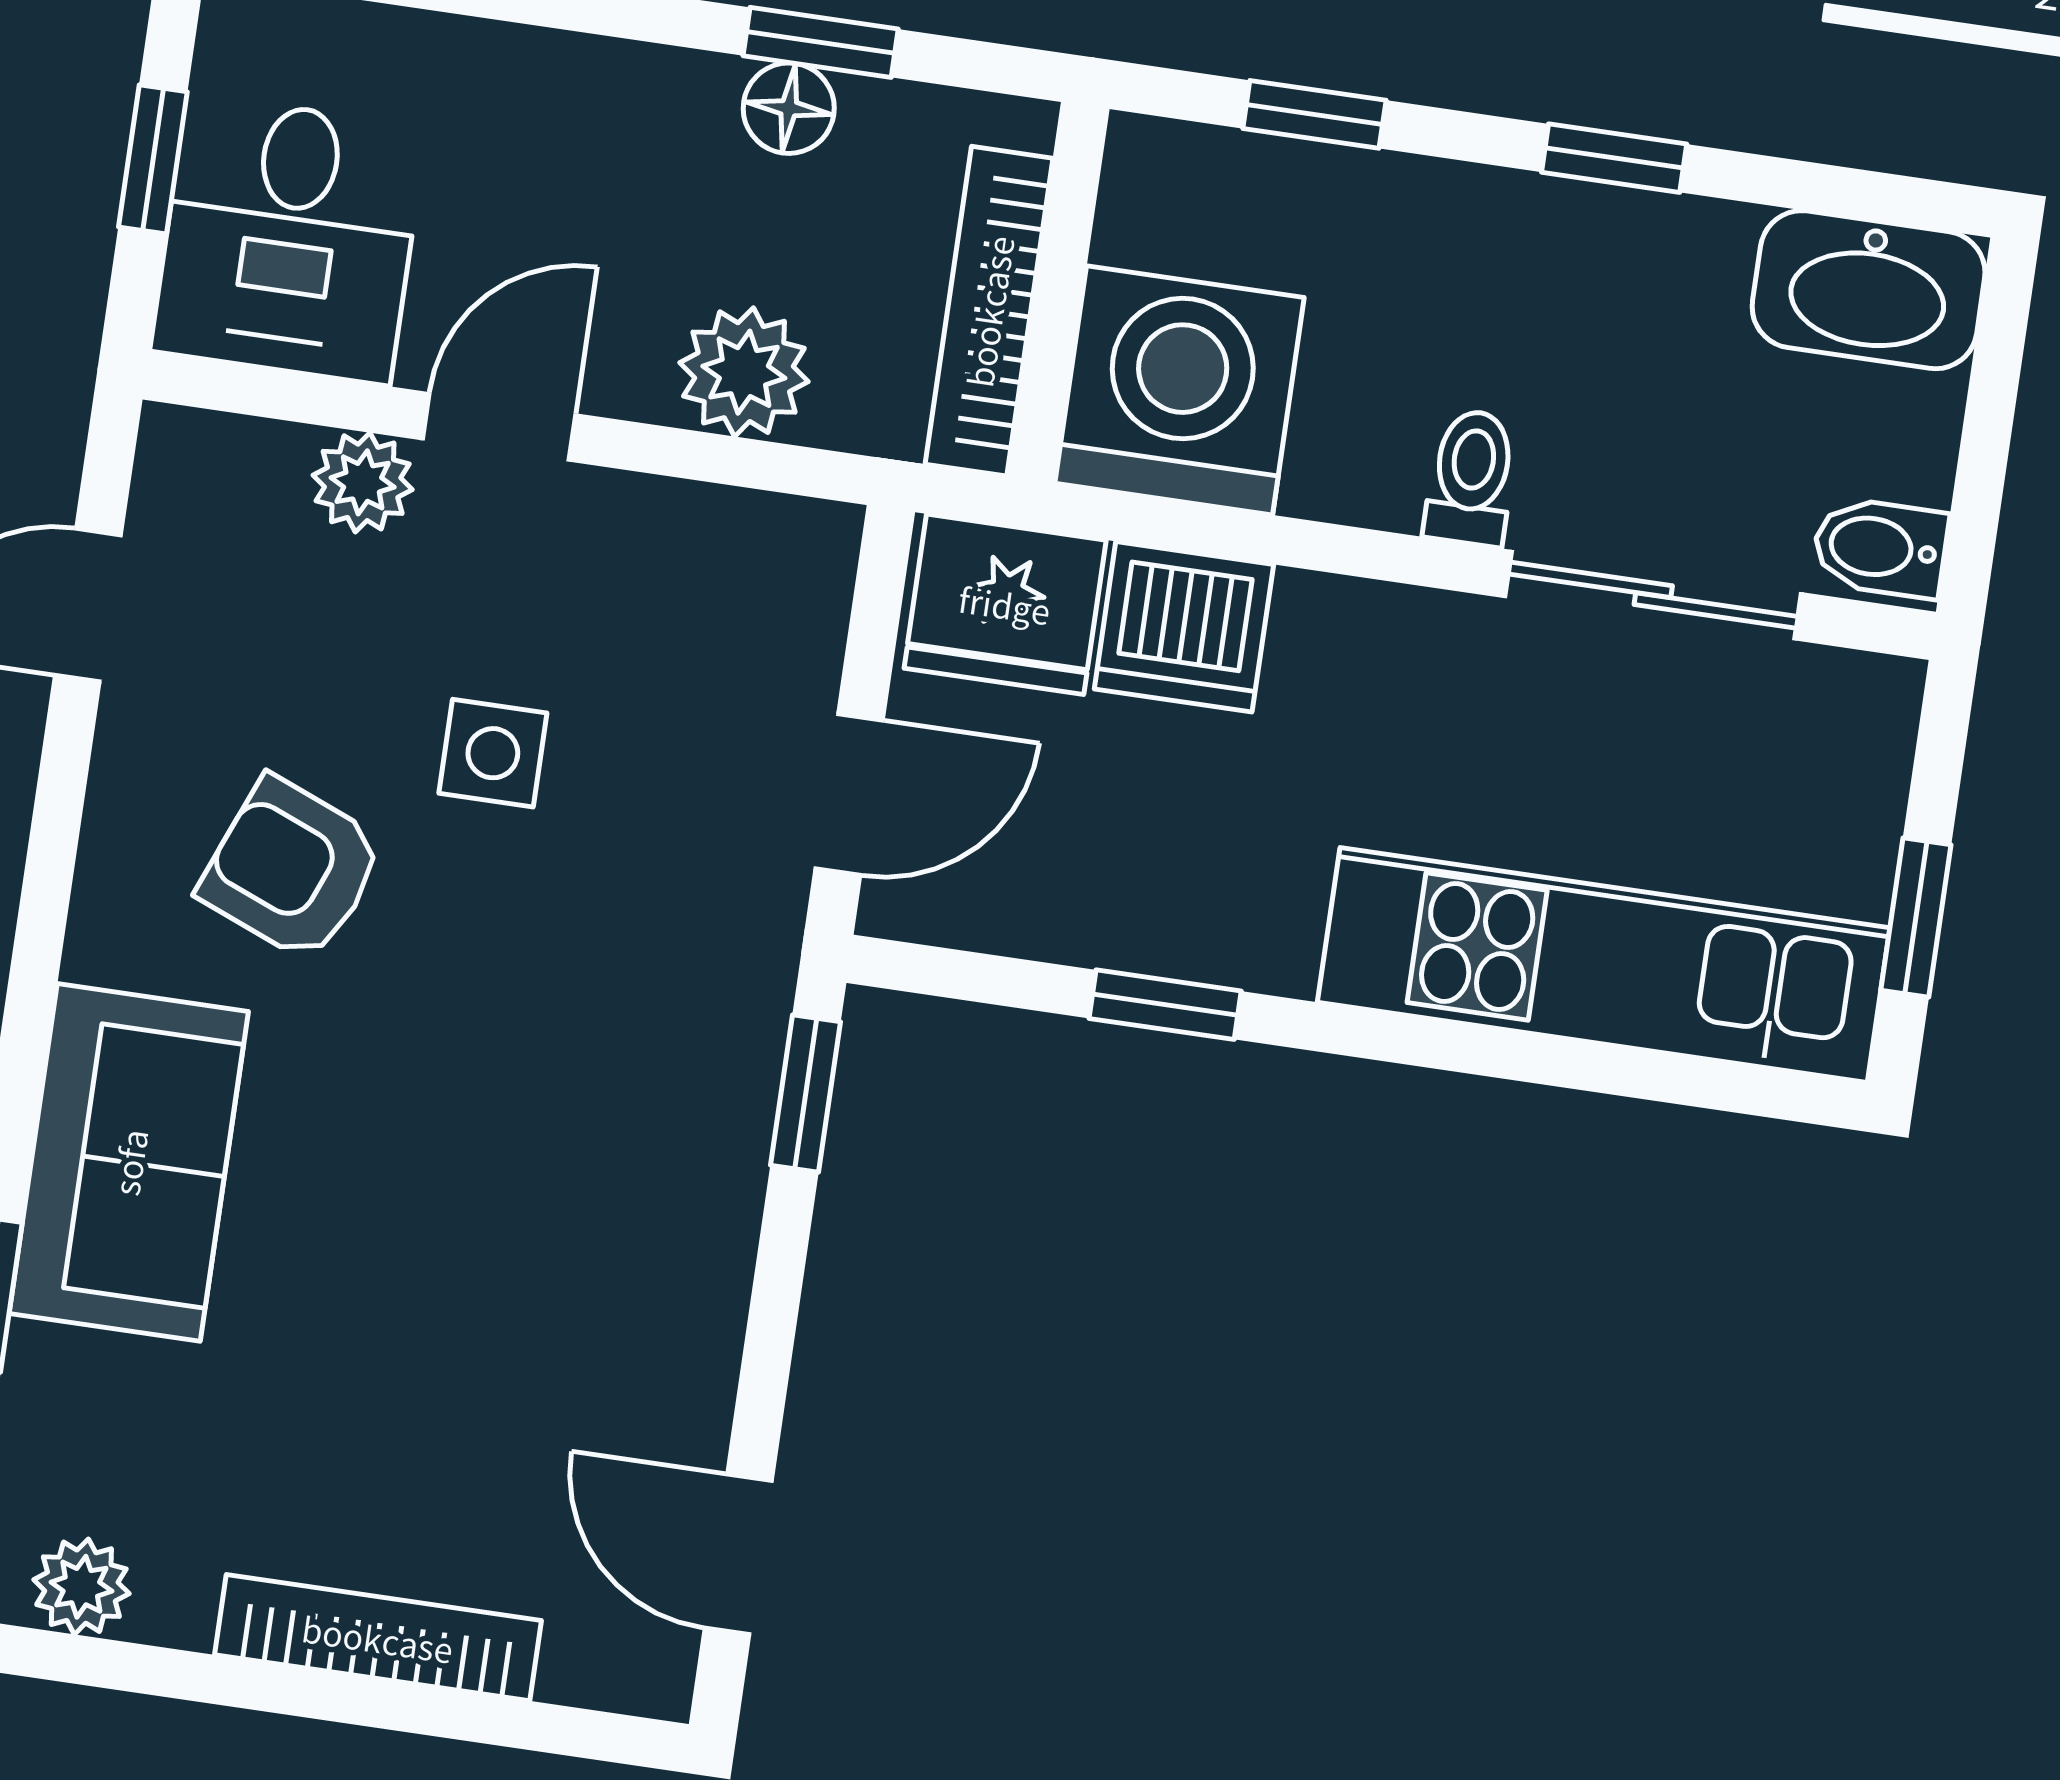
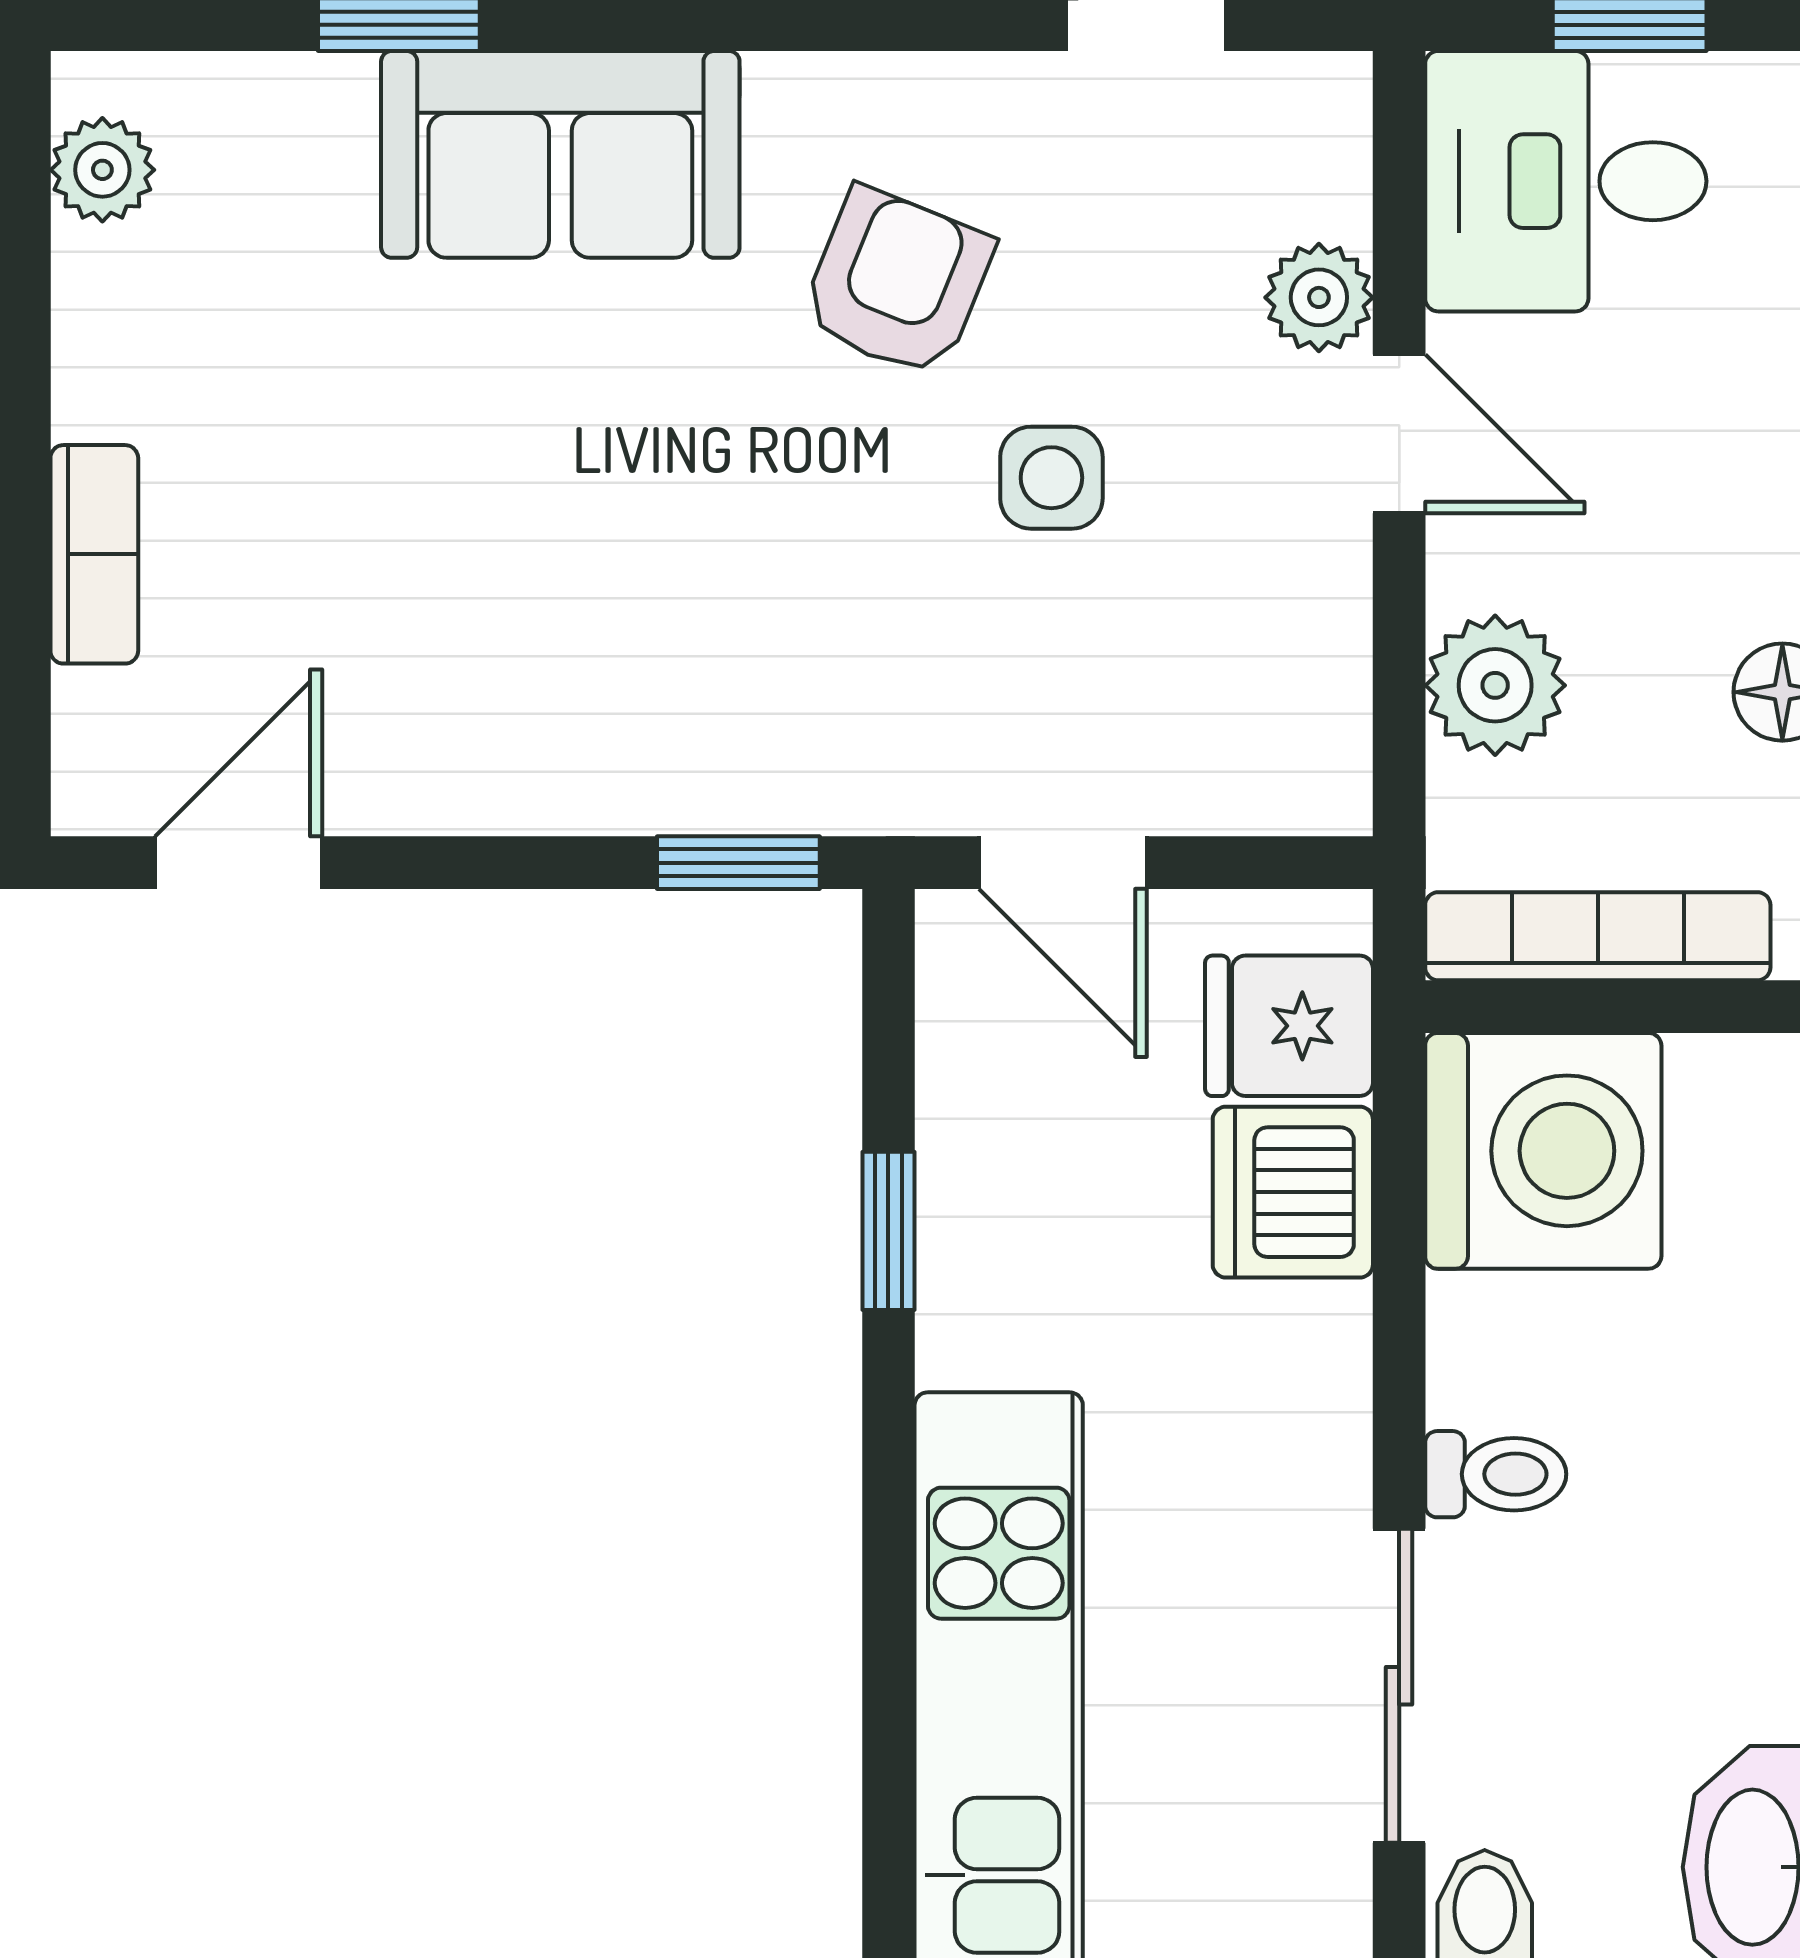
fridge: (1005, 604) -> (1289, 1026), width x0.72
bookcase: (378, 1638) -> (94, 554), width x0.64

